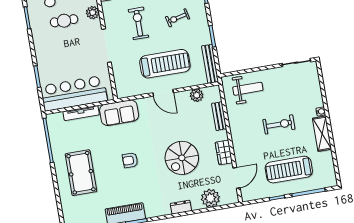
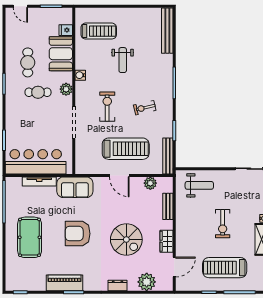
exercise bike: (279, 124) -> (223, 224), turned 90
spiral stairs: (182, 158) -> (126, 240), turned -90
armchair: (130, 160) -> (78, 234), width x1.88, depth x1.88

